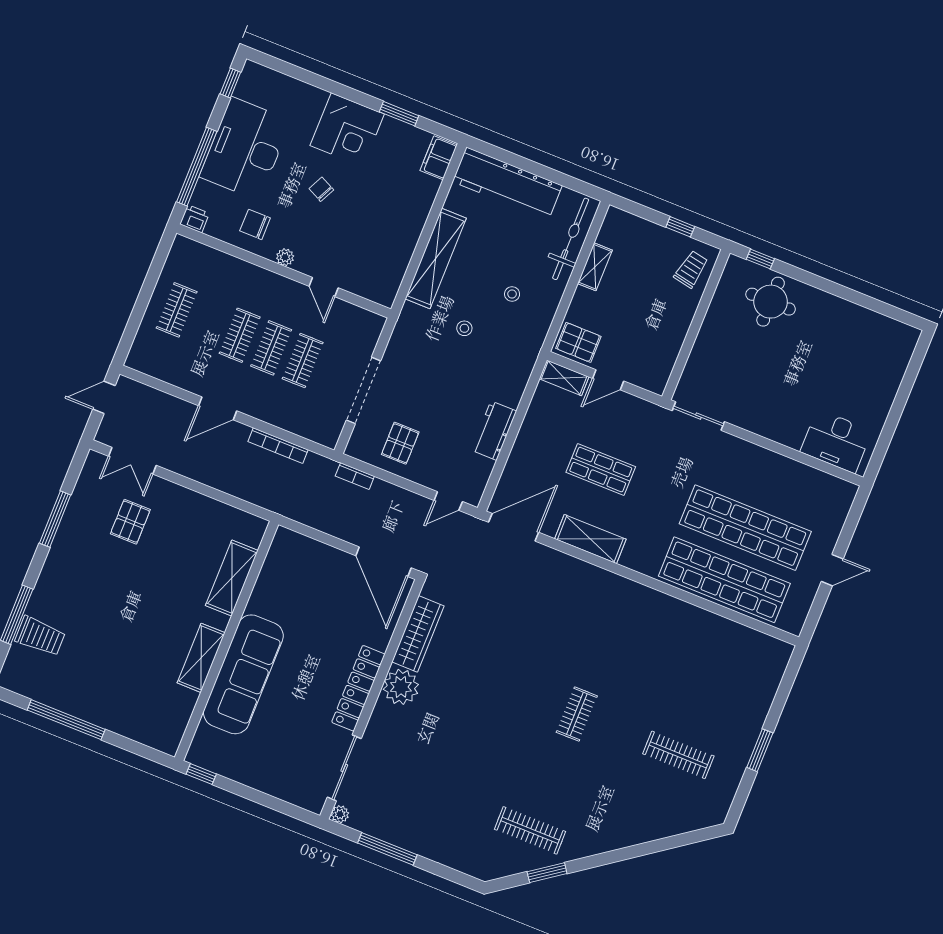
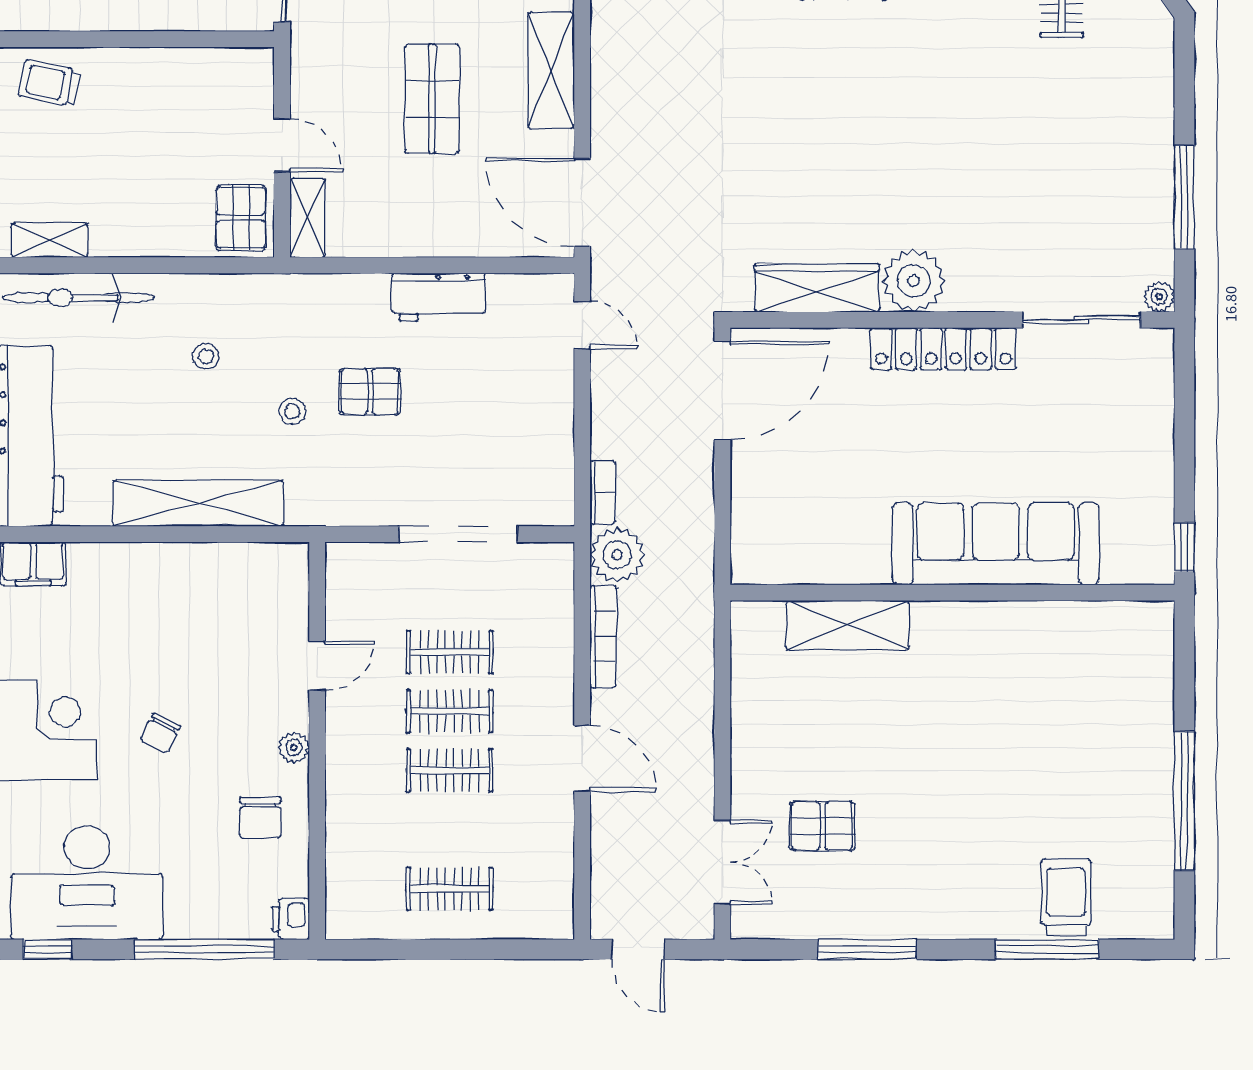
desk: (245, 149) -> (87, 883), moved
shelving: (595, 267) -> (49, 240), moved
pallet: (400, 443) -> (370, 392), moved
plant: (319, 471) -> (617, 555), added
shelving: (201, 658) -> (997, 623), removed

